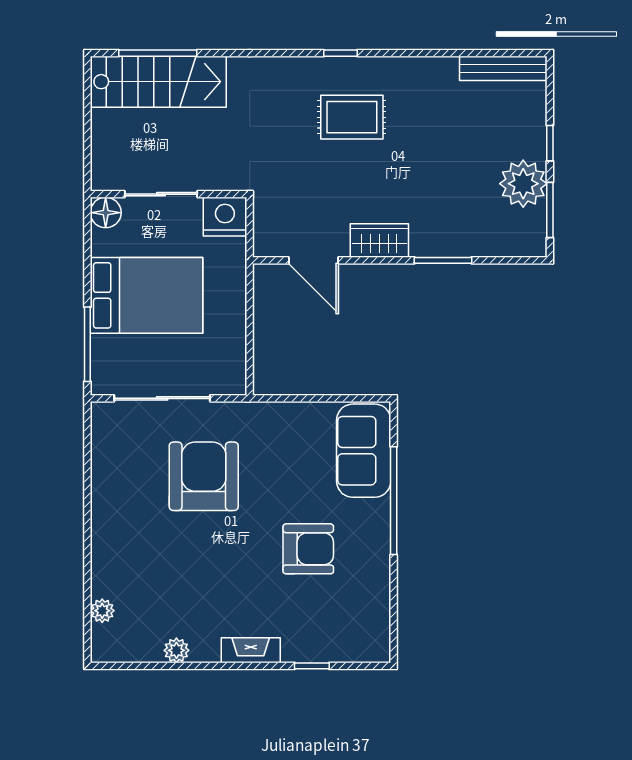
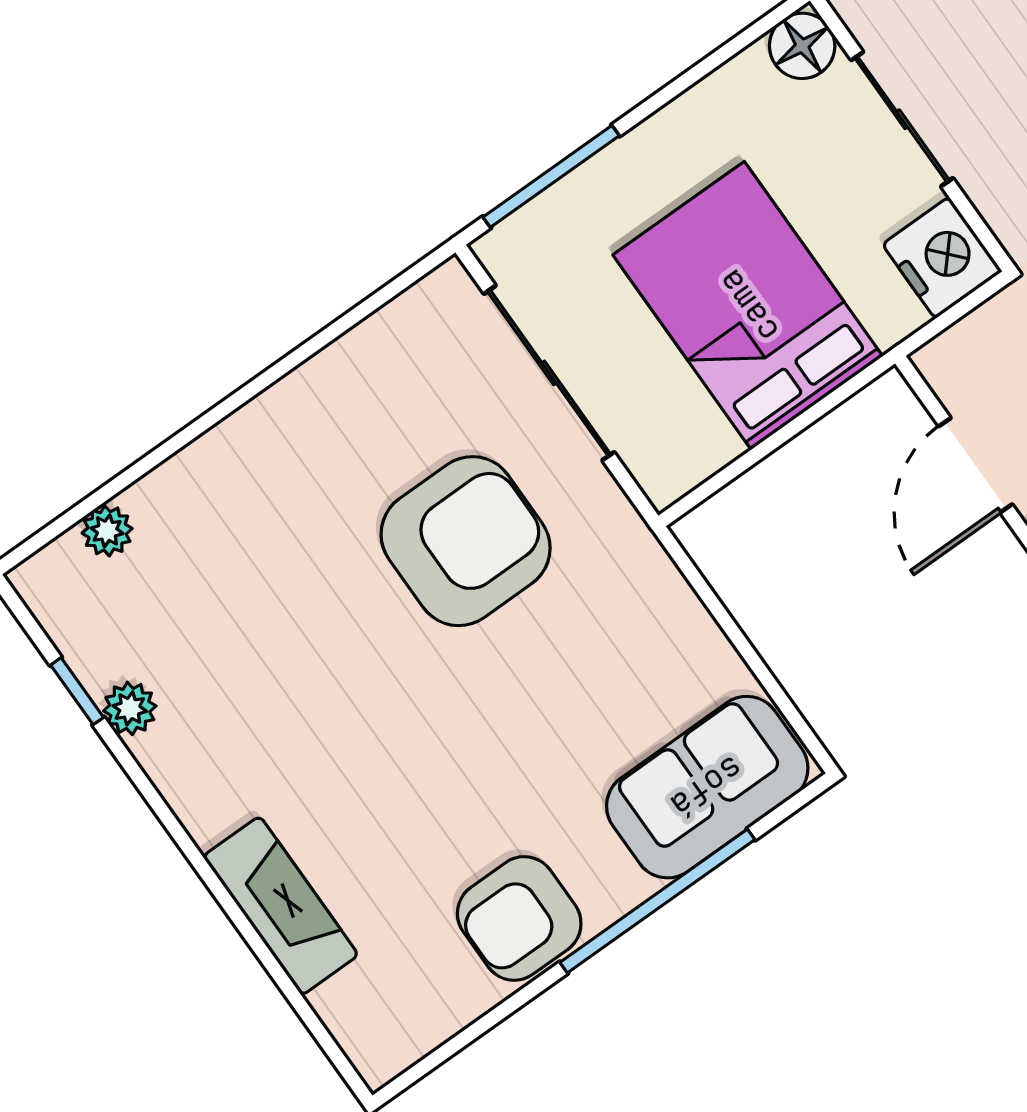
bed: (147, 295) -> (748, 306), moved, turned 180
armchair: (308, 549) -> (519, 918), moved, turned 90
fireplace: (251, 650) -> (281, 906), moved, width x1.37, depth x1.32
window: (312, 666) -> (77, 691), moved

